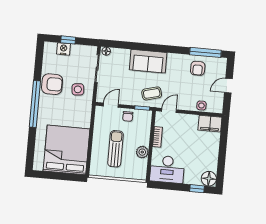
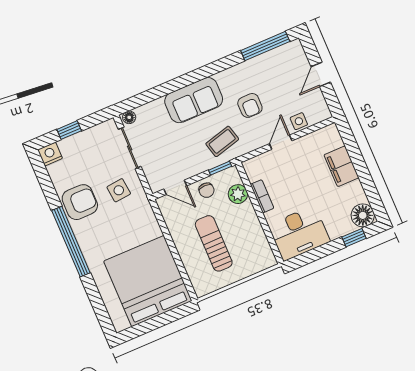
nightstand: (63, 49) -> (50, 154), moved
armchair: (198, 68) -> (250, 105), moved
door: (111, 105) -> (175, 187), swing flipped
door: (169, 110) -> (281, 142), moved
filing cabinet: (210, 124) -> (341, 166), moved, turned 90
plant: (142, 152) -> (238, 194), moved

